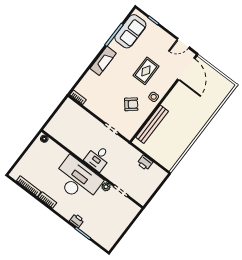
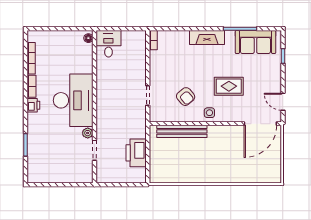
desk: (98, 158) -> (108, 44), moved, turned 90
printer: (145, 163) -> (136, 153), width x1.87, depth x1.48
printer: (77, 221) -> (33, 105), moved

